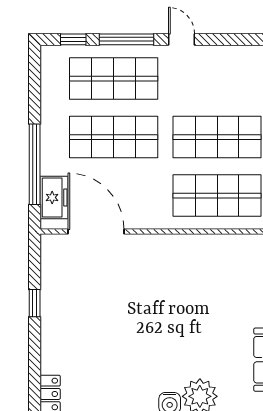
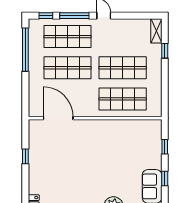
window: (35, 164) -> (25, 50), moved
freezer: (54, 197) -> (36, 100), removed

